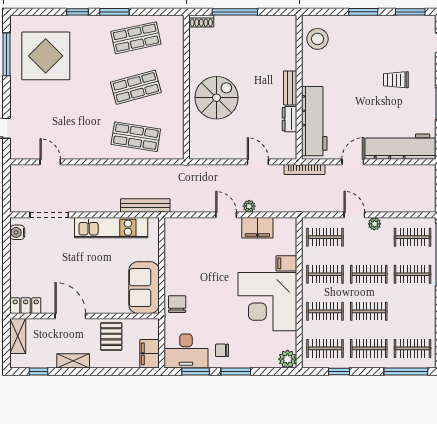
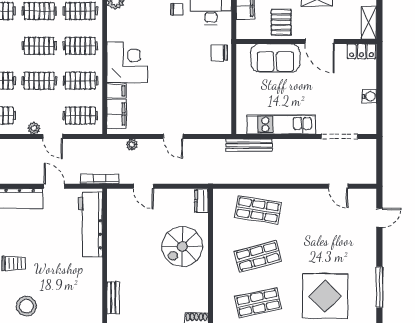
stool: (318, 39) -> (26, 306), moved
display table: (46, 56) -> (325, 296), moved
bench: (290, 88) -> (113, 298), moved
dresser: (289, 119) -> (201, 201), moved, turned 180
door: (353, 162) -> (54, 186), swing flipped
plant: (249, 206) -> (132, 145), moved
filing cabinet: (257, 228) -> (117, 114), moved, turned 90
water cooler: (17, 232) -> (369, 96), moved
sofa: (144, 288) -> (275, 58), moved, turned 90
corner desk: (267, 302) -> (127, 62), width x0.74, depth x0.74
chair: (177, 304) -> (219, 53), turned 90

